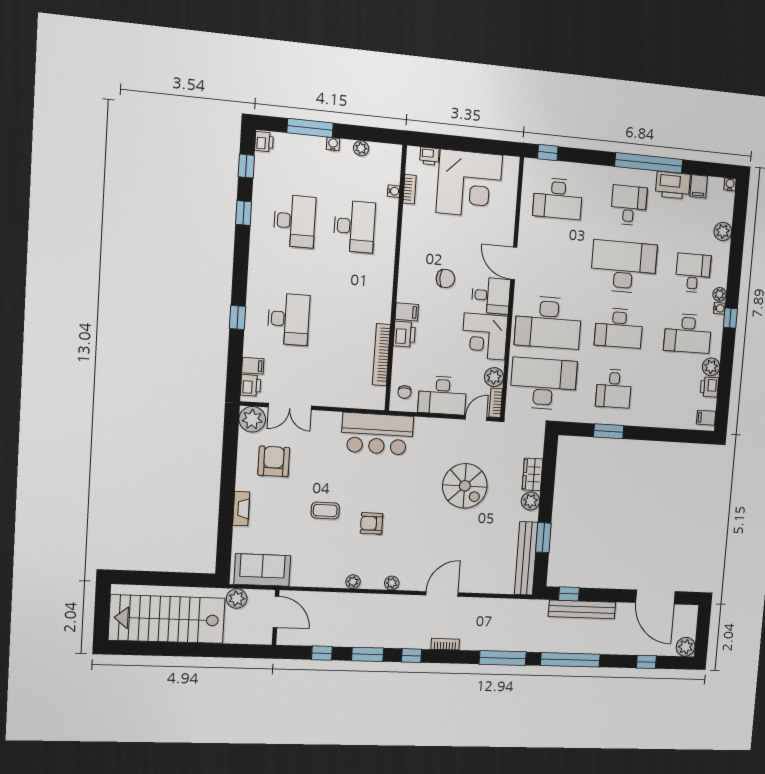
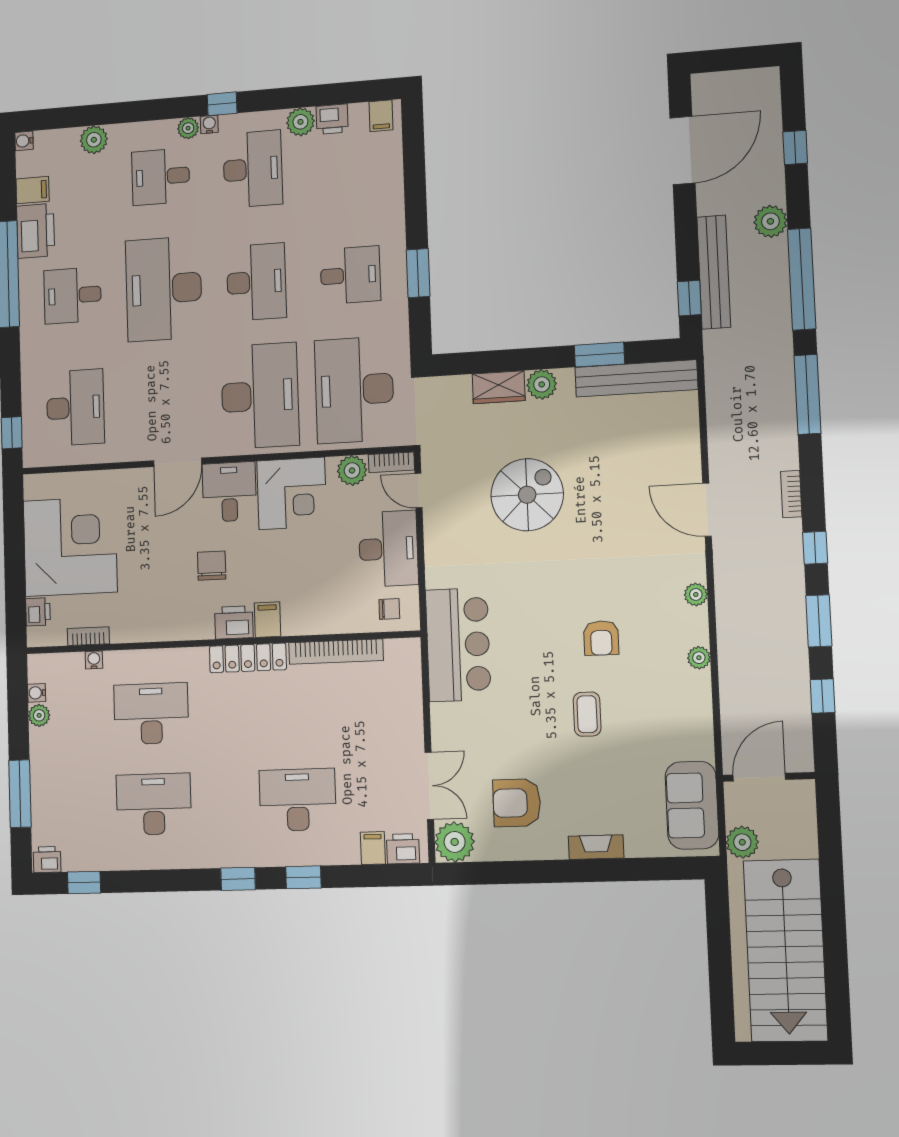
water cooler: (333, 144) -> (37, 693), moved
window: (244, 213) -> (238, 879), moved
locker: (384, 296) -> (248, 658), added
printer: (404, 334) -> (234, 622), moved
plant: (686, 647) -> (770, 221), moved

